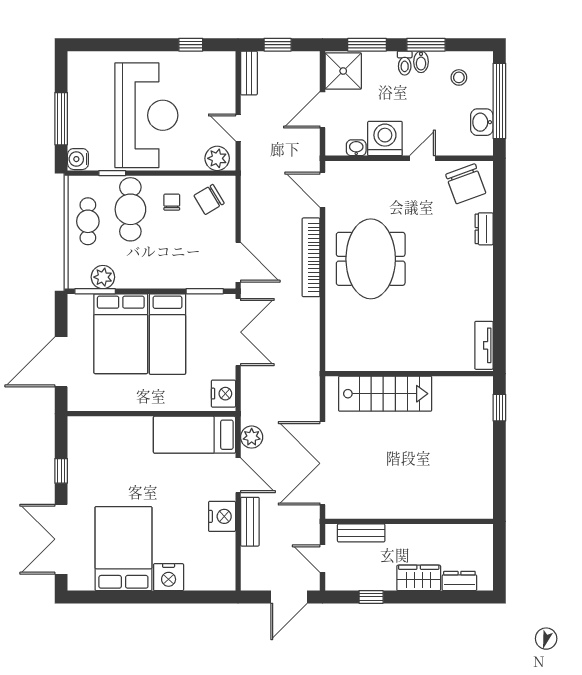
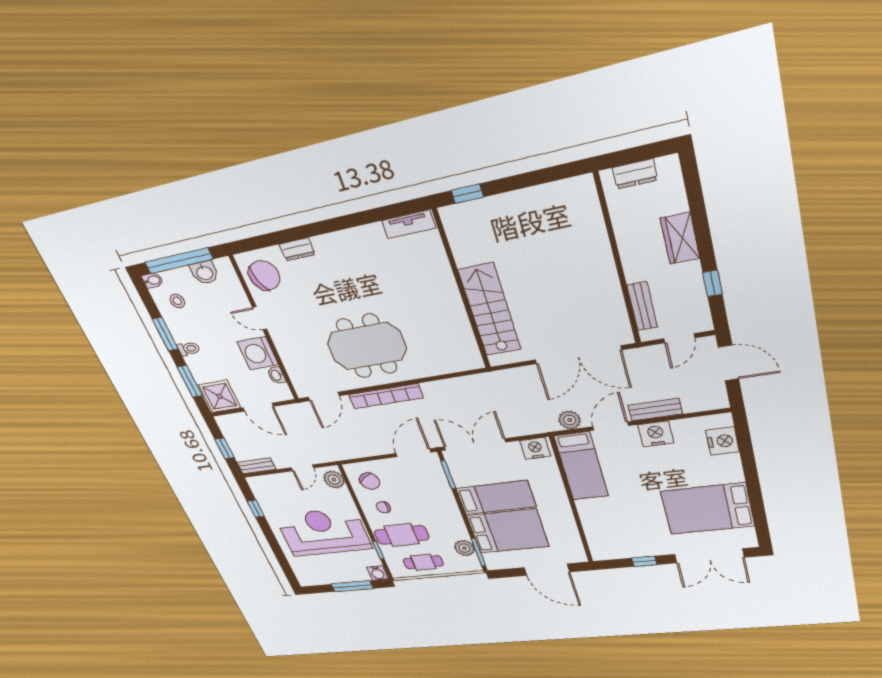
bidet: (421, 62) -> (153, 280), moved
nightstand: (169, 577) -> (723, 441), moved
dresser: (459, 581) -> (635, 174), moved, turned -90

